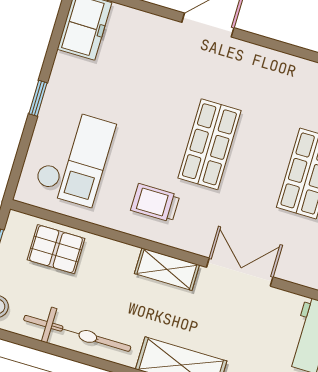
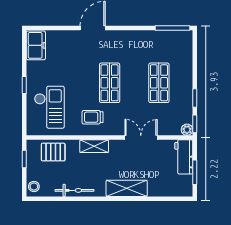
shelving: (167, 269) -> (94, 146), moved
bicycle: (77, 333) -> (74, 190), width x0.73, depth x0.71

